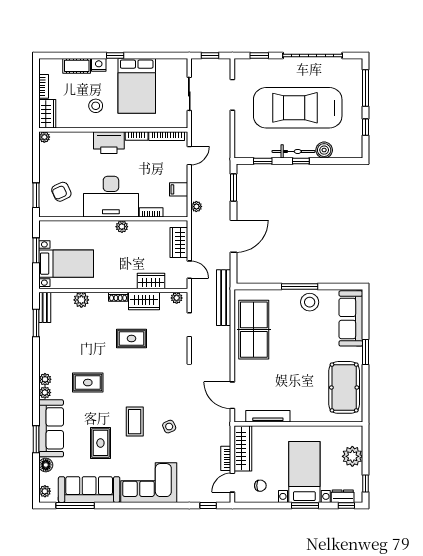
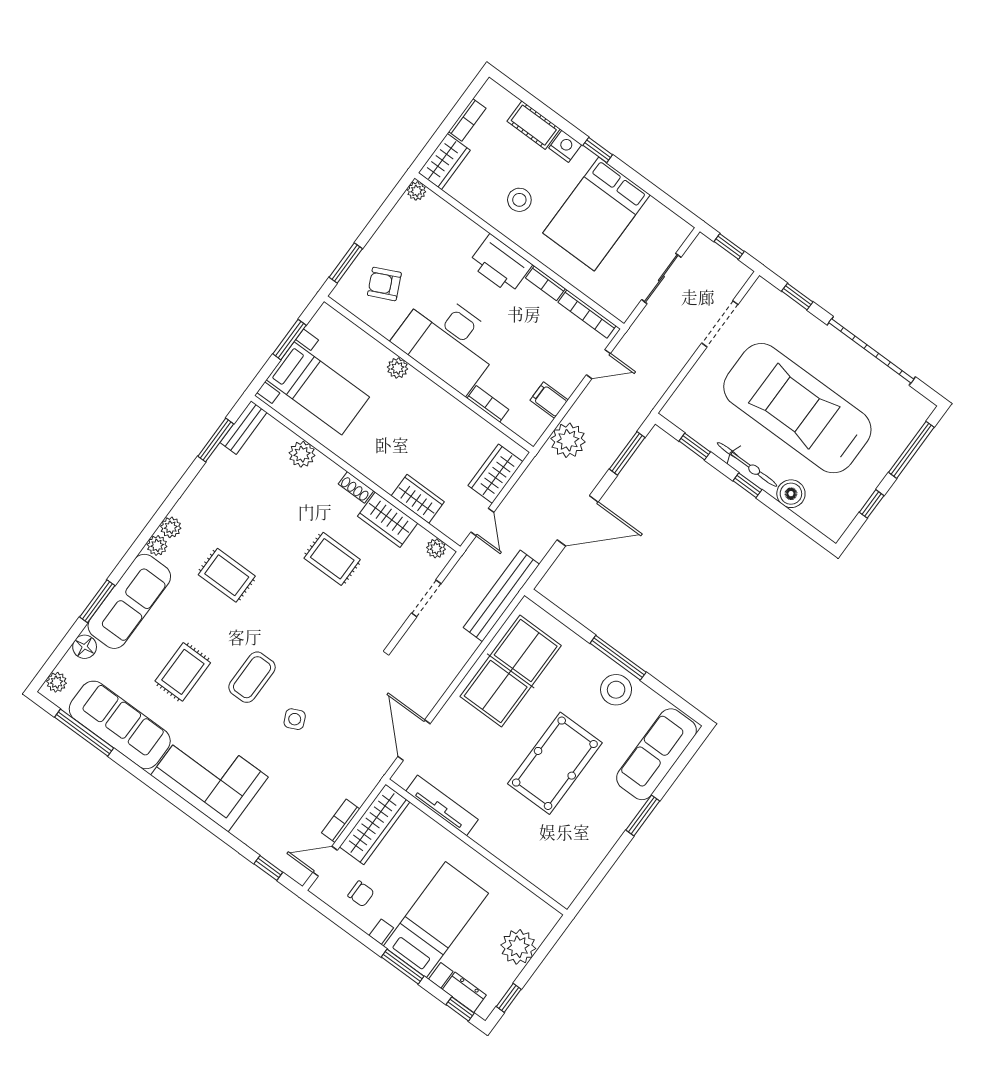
plant: (196, 207) -> (568, 440), width x1.87, depth x1.87
plant: (122, 227) -> (398, 368), moved
pool table: (344, 387) -> (555, 763), moved

